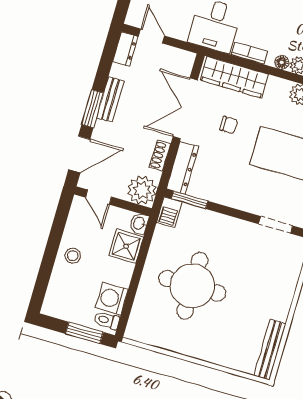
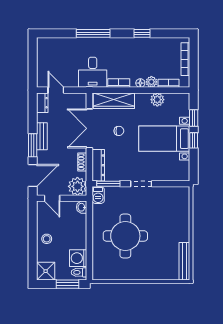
doorway: (276, 225) -> (141, 184), moved
shower: (126, 246) -> (46, 271), moved

